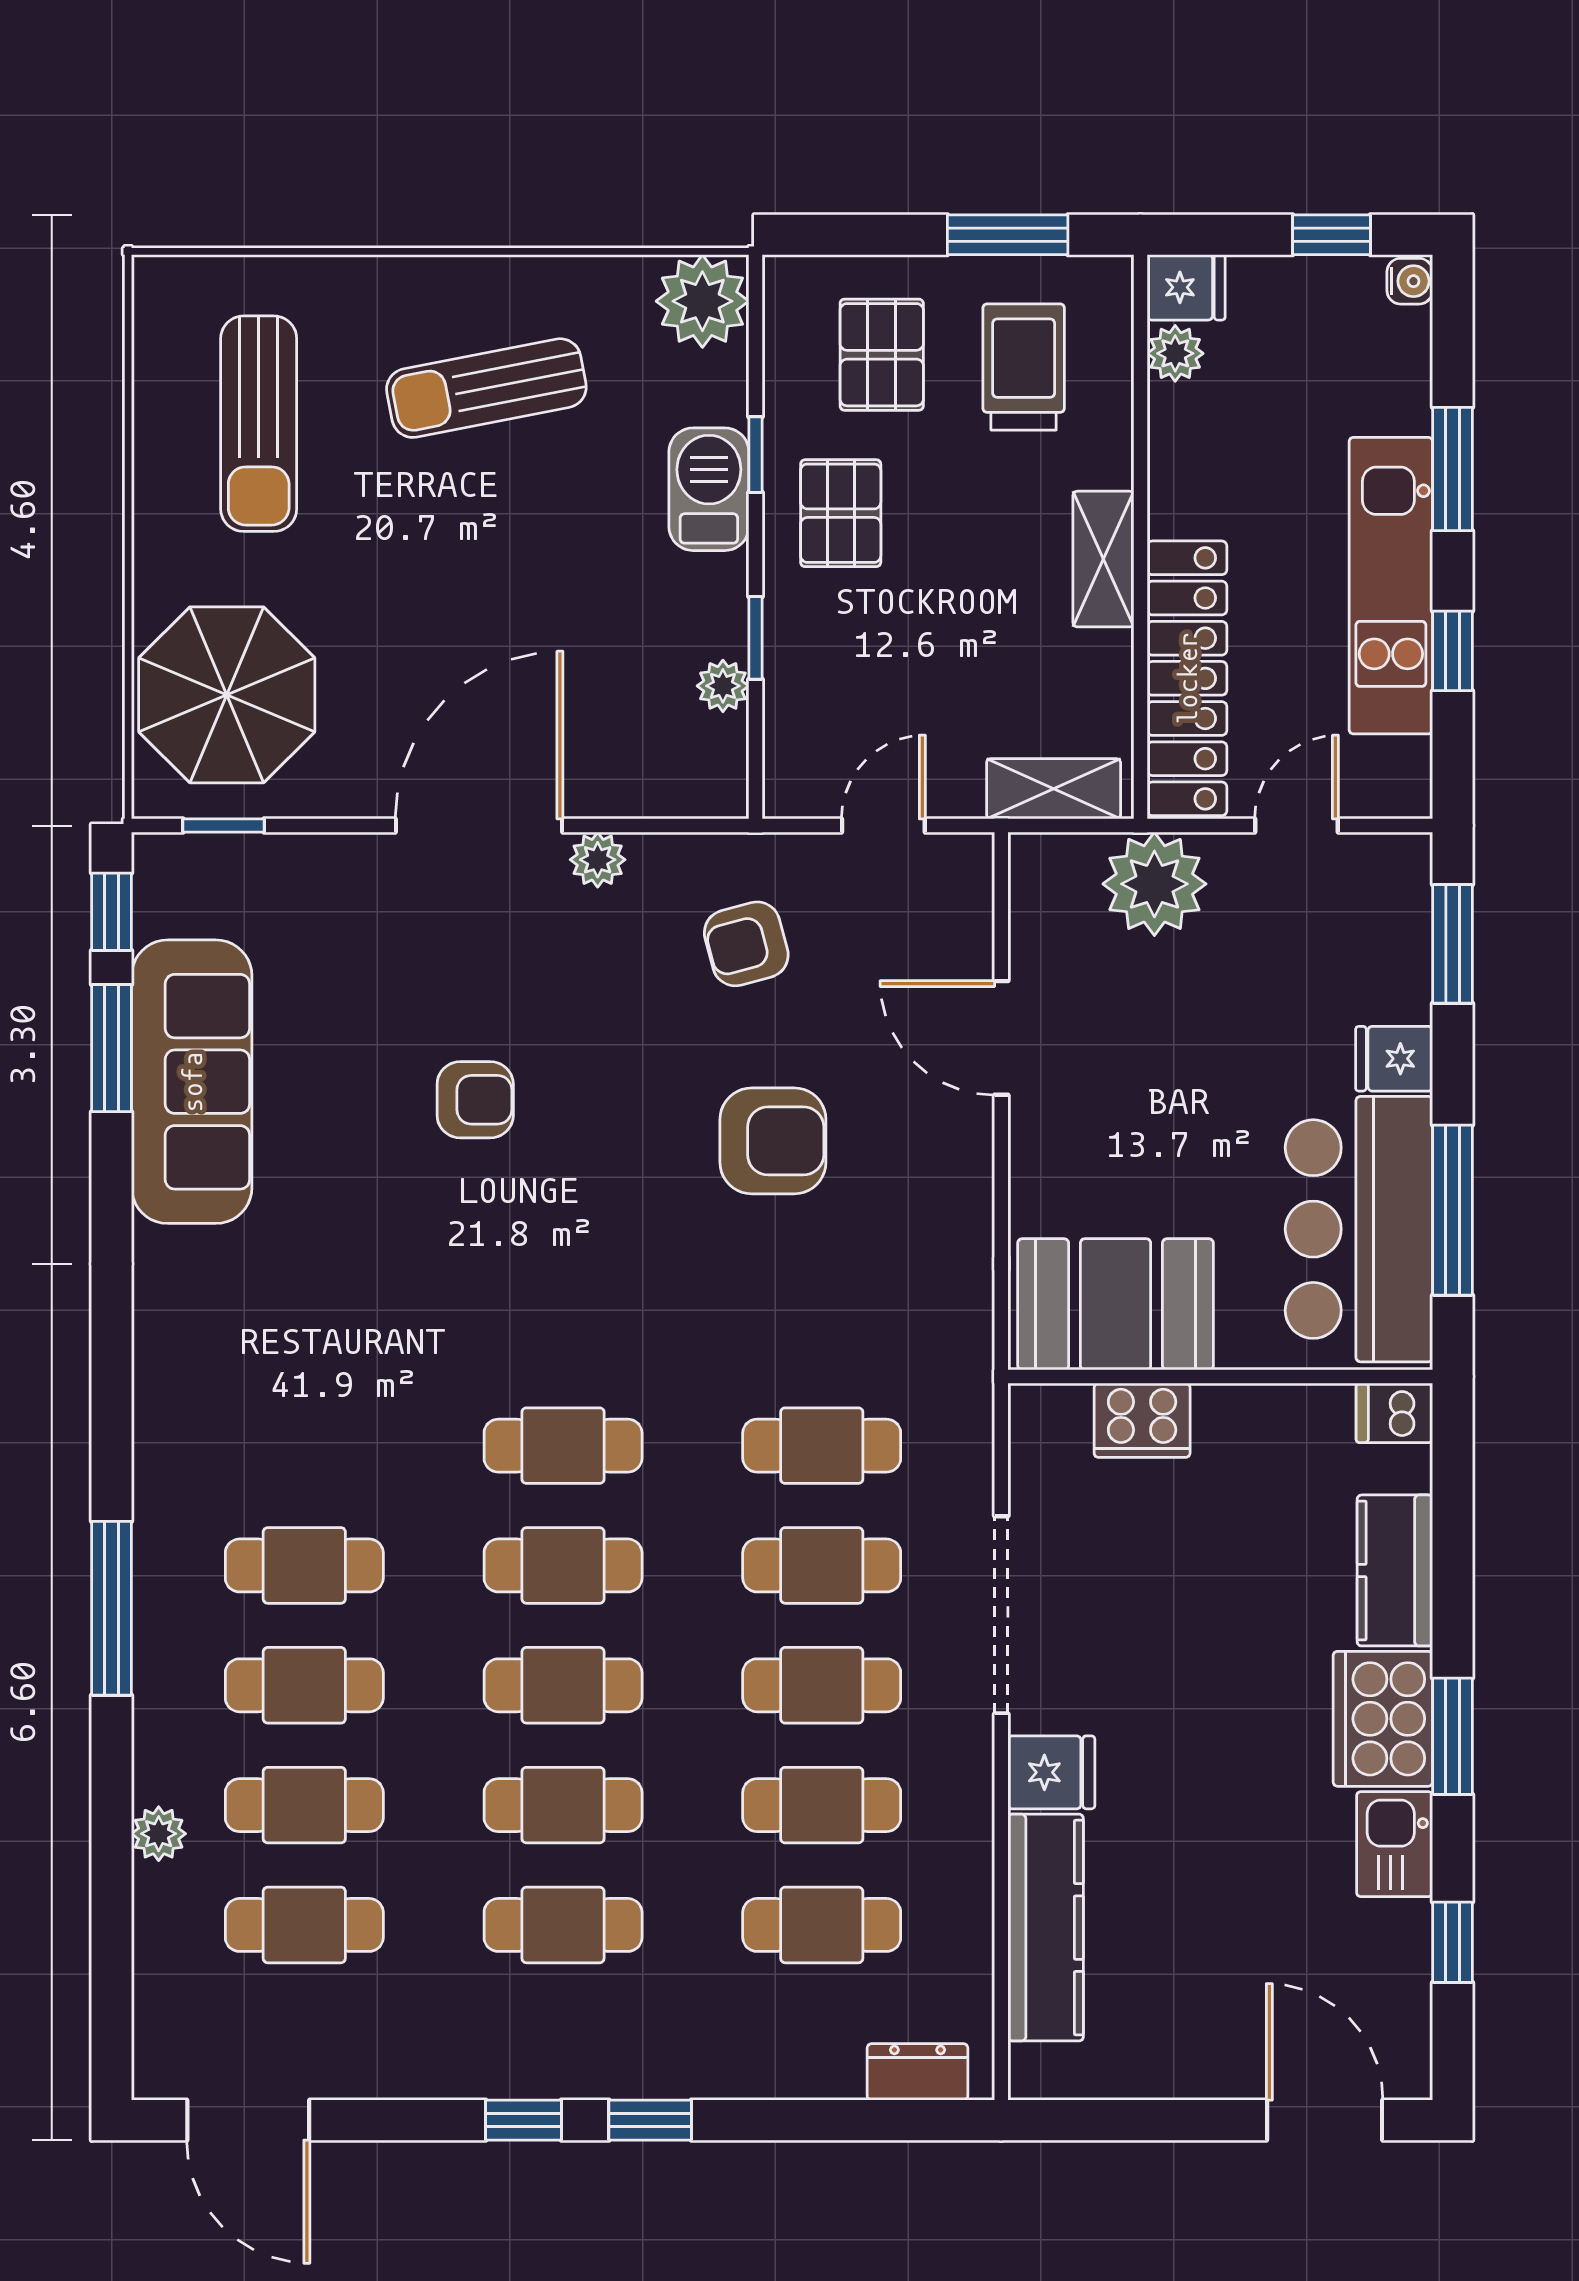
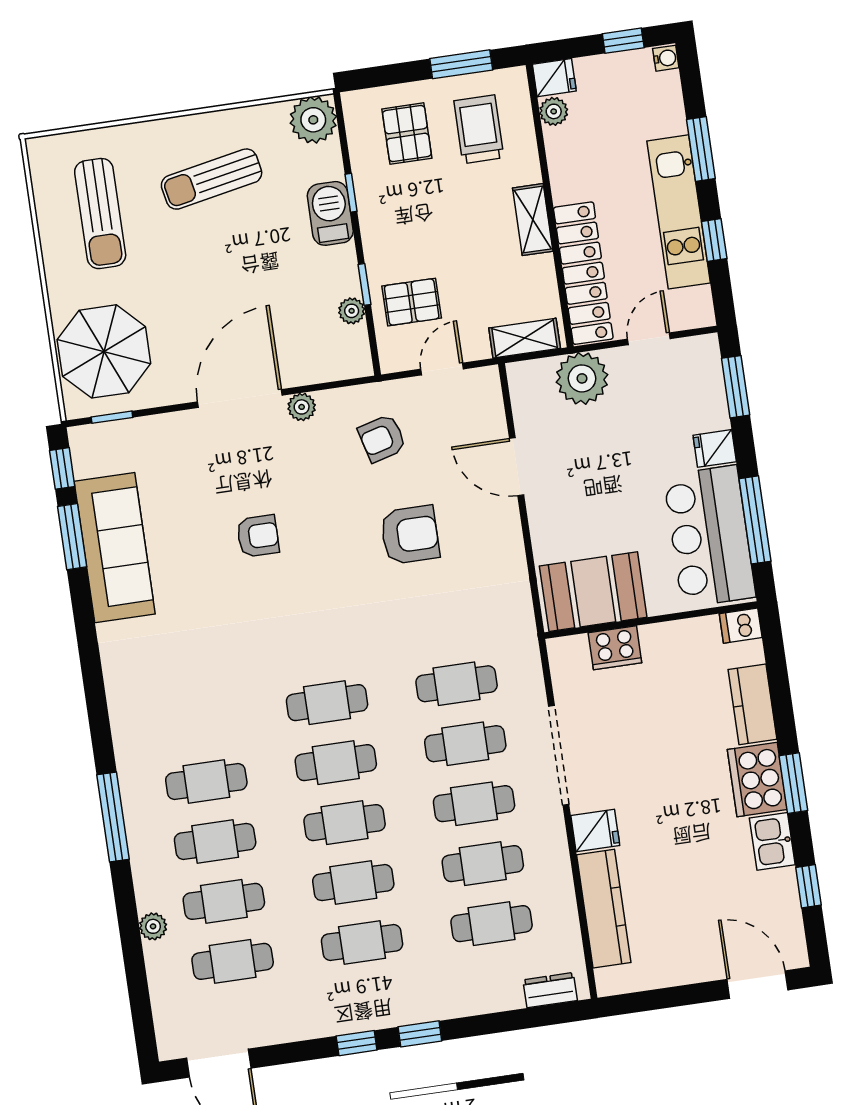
pallet: (841, 513) -> (412, 302), moved, turned 90

